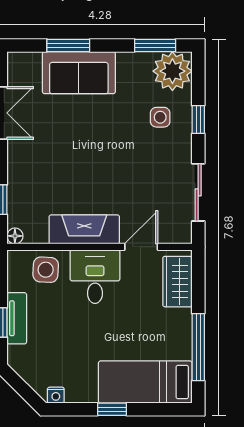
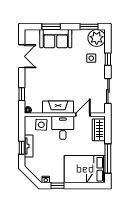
bed: (145, 382) -> (85, 169), width x1.50
window: (112, 409) -> (58, 186), moved

